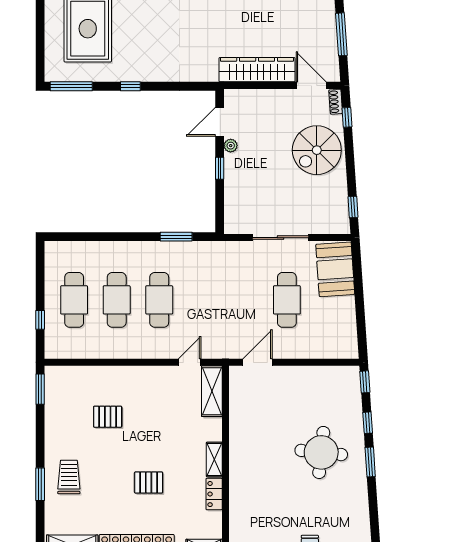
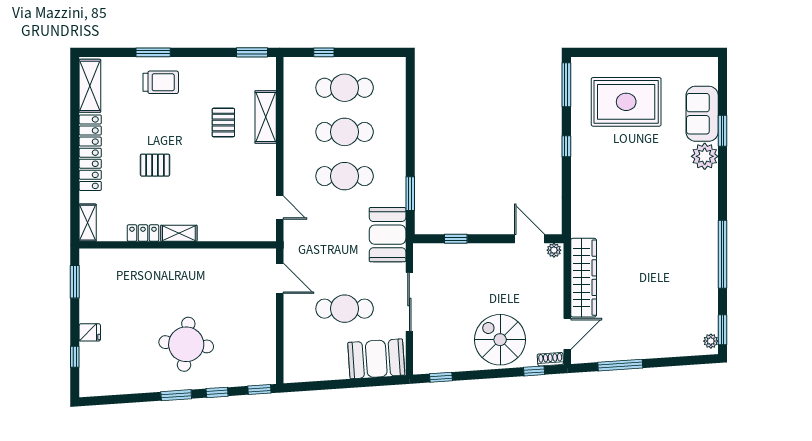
plant: (231, 146) -> (554, 250), moved
window: (220, 168) -> (456, 239), moved
booth: (216, 258) -> (388, 235), added
shelving: (212, 391) -> (266, 117), moved, turned 90
pallet: (149, 482) -> (155, 165), turned 90

